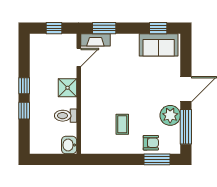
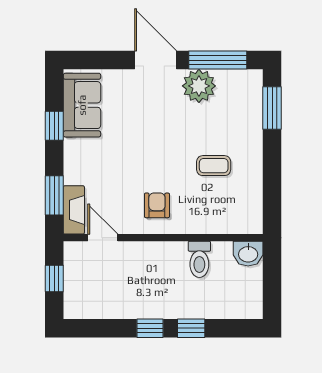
window: (158, 28) -> (54, 126), moved
shower: (68, 88) -> (153, 256), removed
armchair: (151, 143) -> (157, 205), moved

